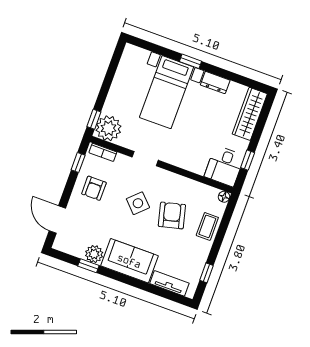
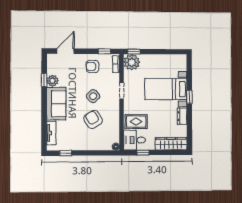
rug: (198, 154) -> (136, 122), added
armchair: (172, 215) -> (93, 119), turned -106
coffee table: (207, 226) -> (94, 143), removed

